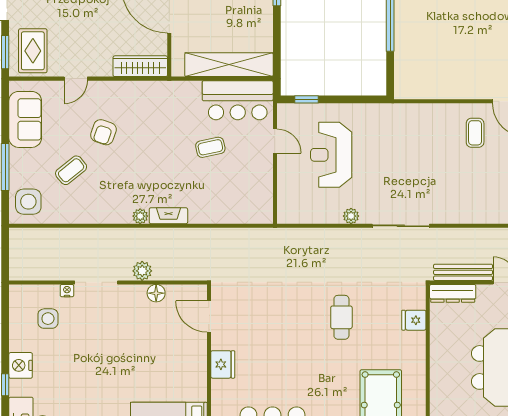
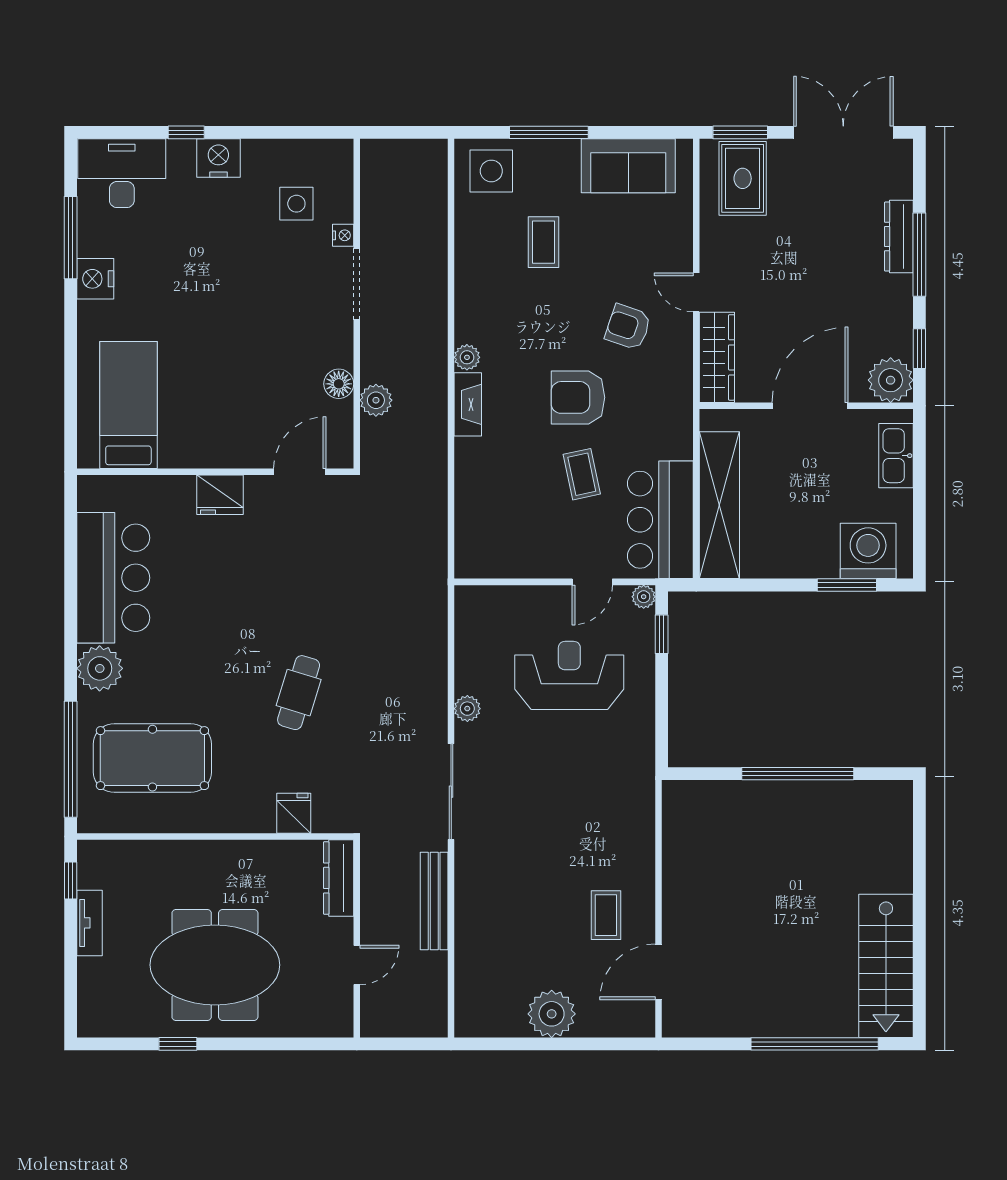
rug: (33, 51) -> (743, 178), turned 90
door: (76, 79) -> (696, 292), moved
plant: (284, 110) -> (644, 597), added
armchair: (103, 132) -> (628, 327), moved
coffee table: (475, 133) -> (606, 915), turned 90
armchair: (164, 150) -> (578, 397), added
coffee table: (71, 170) -> (544, 242), turned 39
plant: (142, 271) -> (376, 400), moved
bench: (463, 272) -> (434, 901), moved
cafe table: (341, 317) -> (299, 693), turned -73

